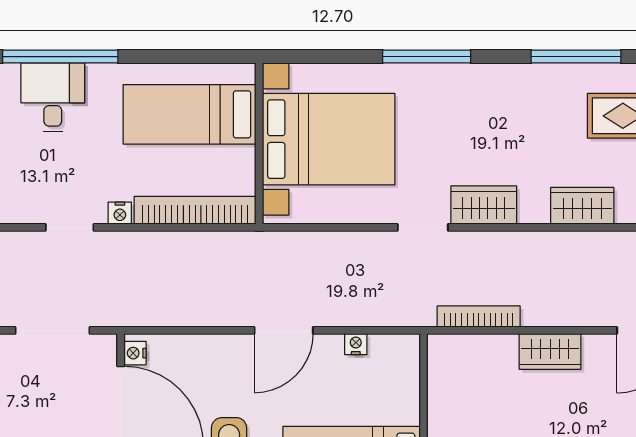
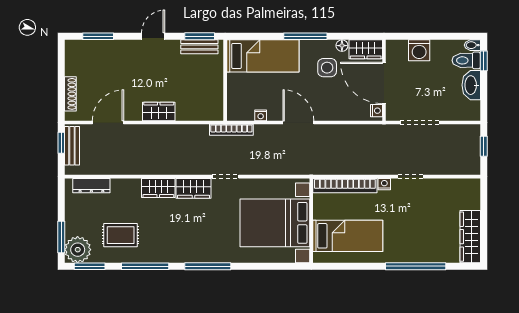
window: (427, 57) -> (208, 266), moved
desk: (53, 97) -> (420, 245), removed
wardrobe: (582, 206) -> (158, 188), moved
bookcase: (479, 317) -> (231, 130), moved
door: (284, 330) -> (298, 123), hinge flipped

